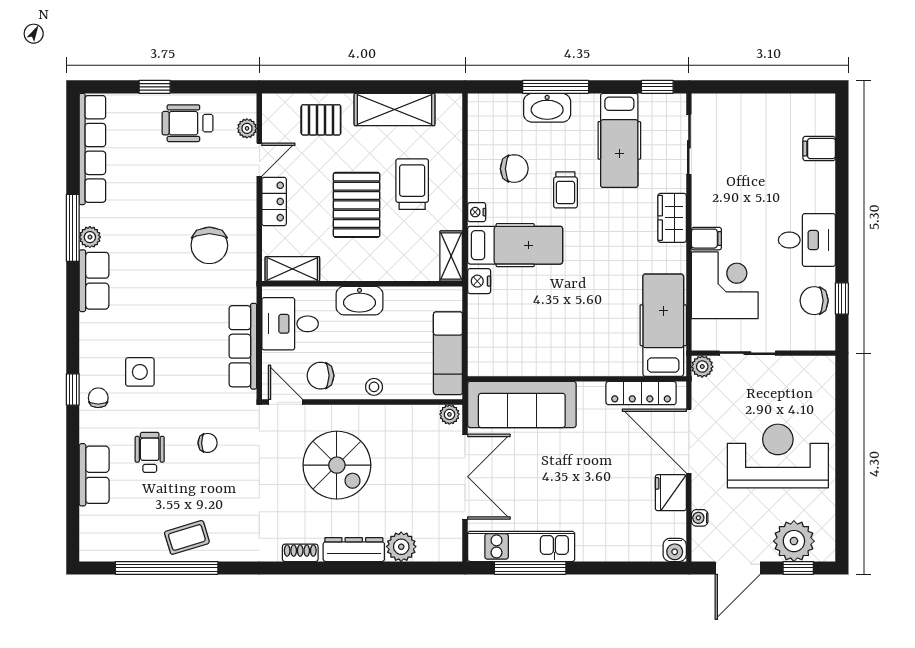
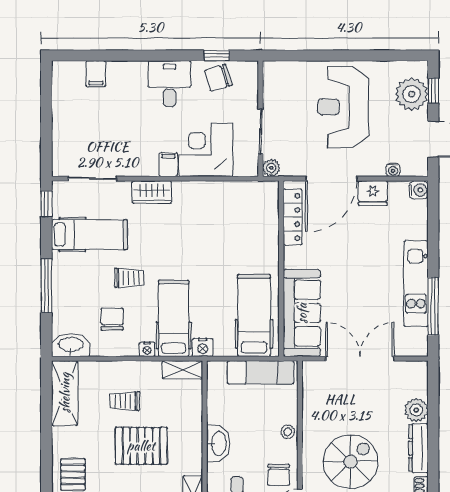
washbasin: (547, 108) -> (71, 345), moved, turned -90
shelving: (395, 110) -> (65, 393), moved
trolley: (412, 184) -> (125, 401), width x0.73, depth x0.72
chair: (814, 301) -> (218, 78), turned 73
hospital bed: (663, 325) -> (254, 315), moved, turned 90
plant: (449, 414) -> (310, 371), removed
kitchen unit: (521, 546) -> (416, 284), moved

